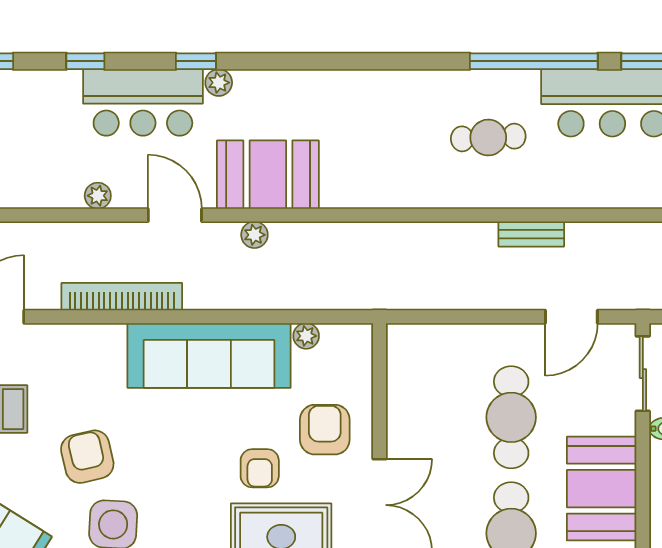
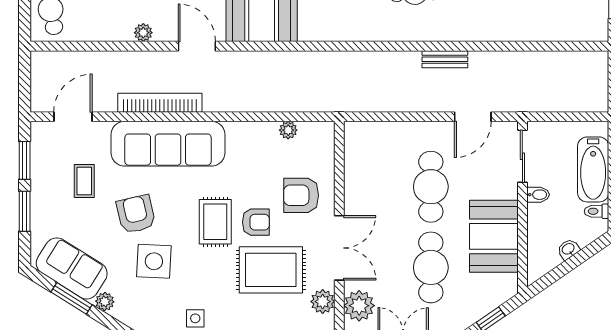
plant: (254, 235) -> (252, 60), removed
sofa: (209, 355) -> (168, 144), moved
armchair: (325, 430) -> (301, 195), turned -90
rug: (201, 468) -> (215, 222), added
armchair: (260, 468) -> (256, 222), turned -90

